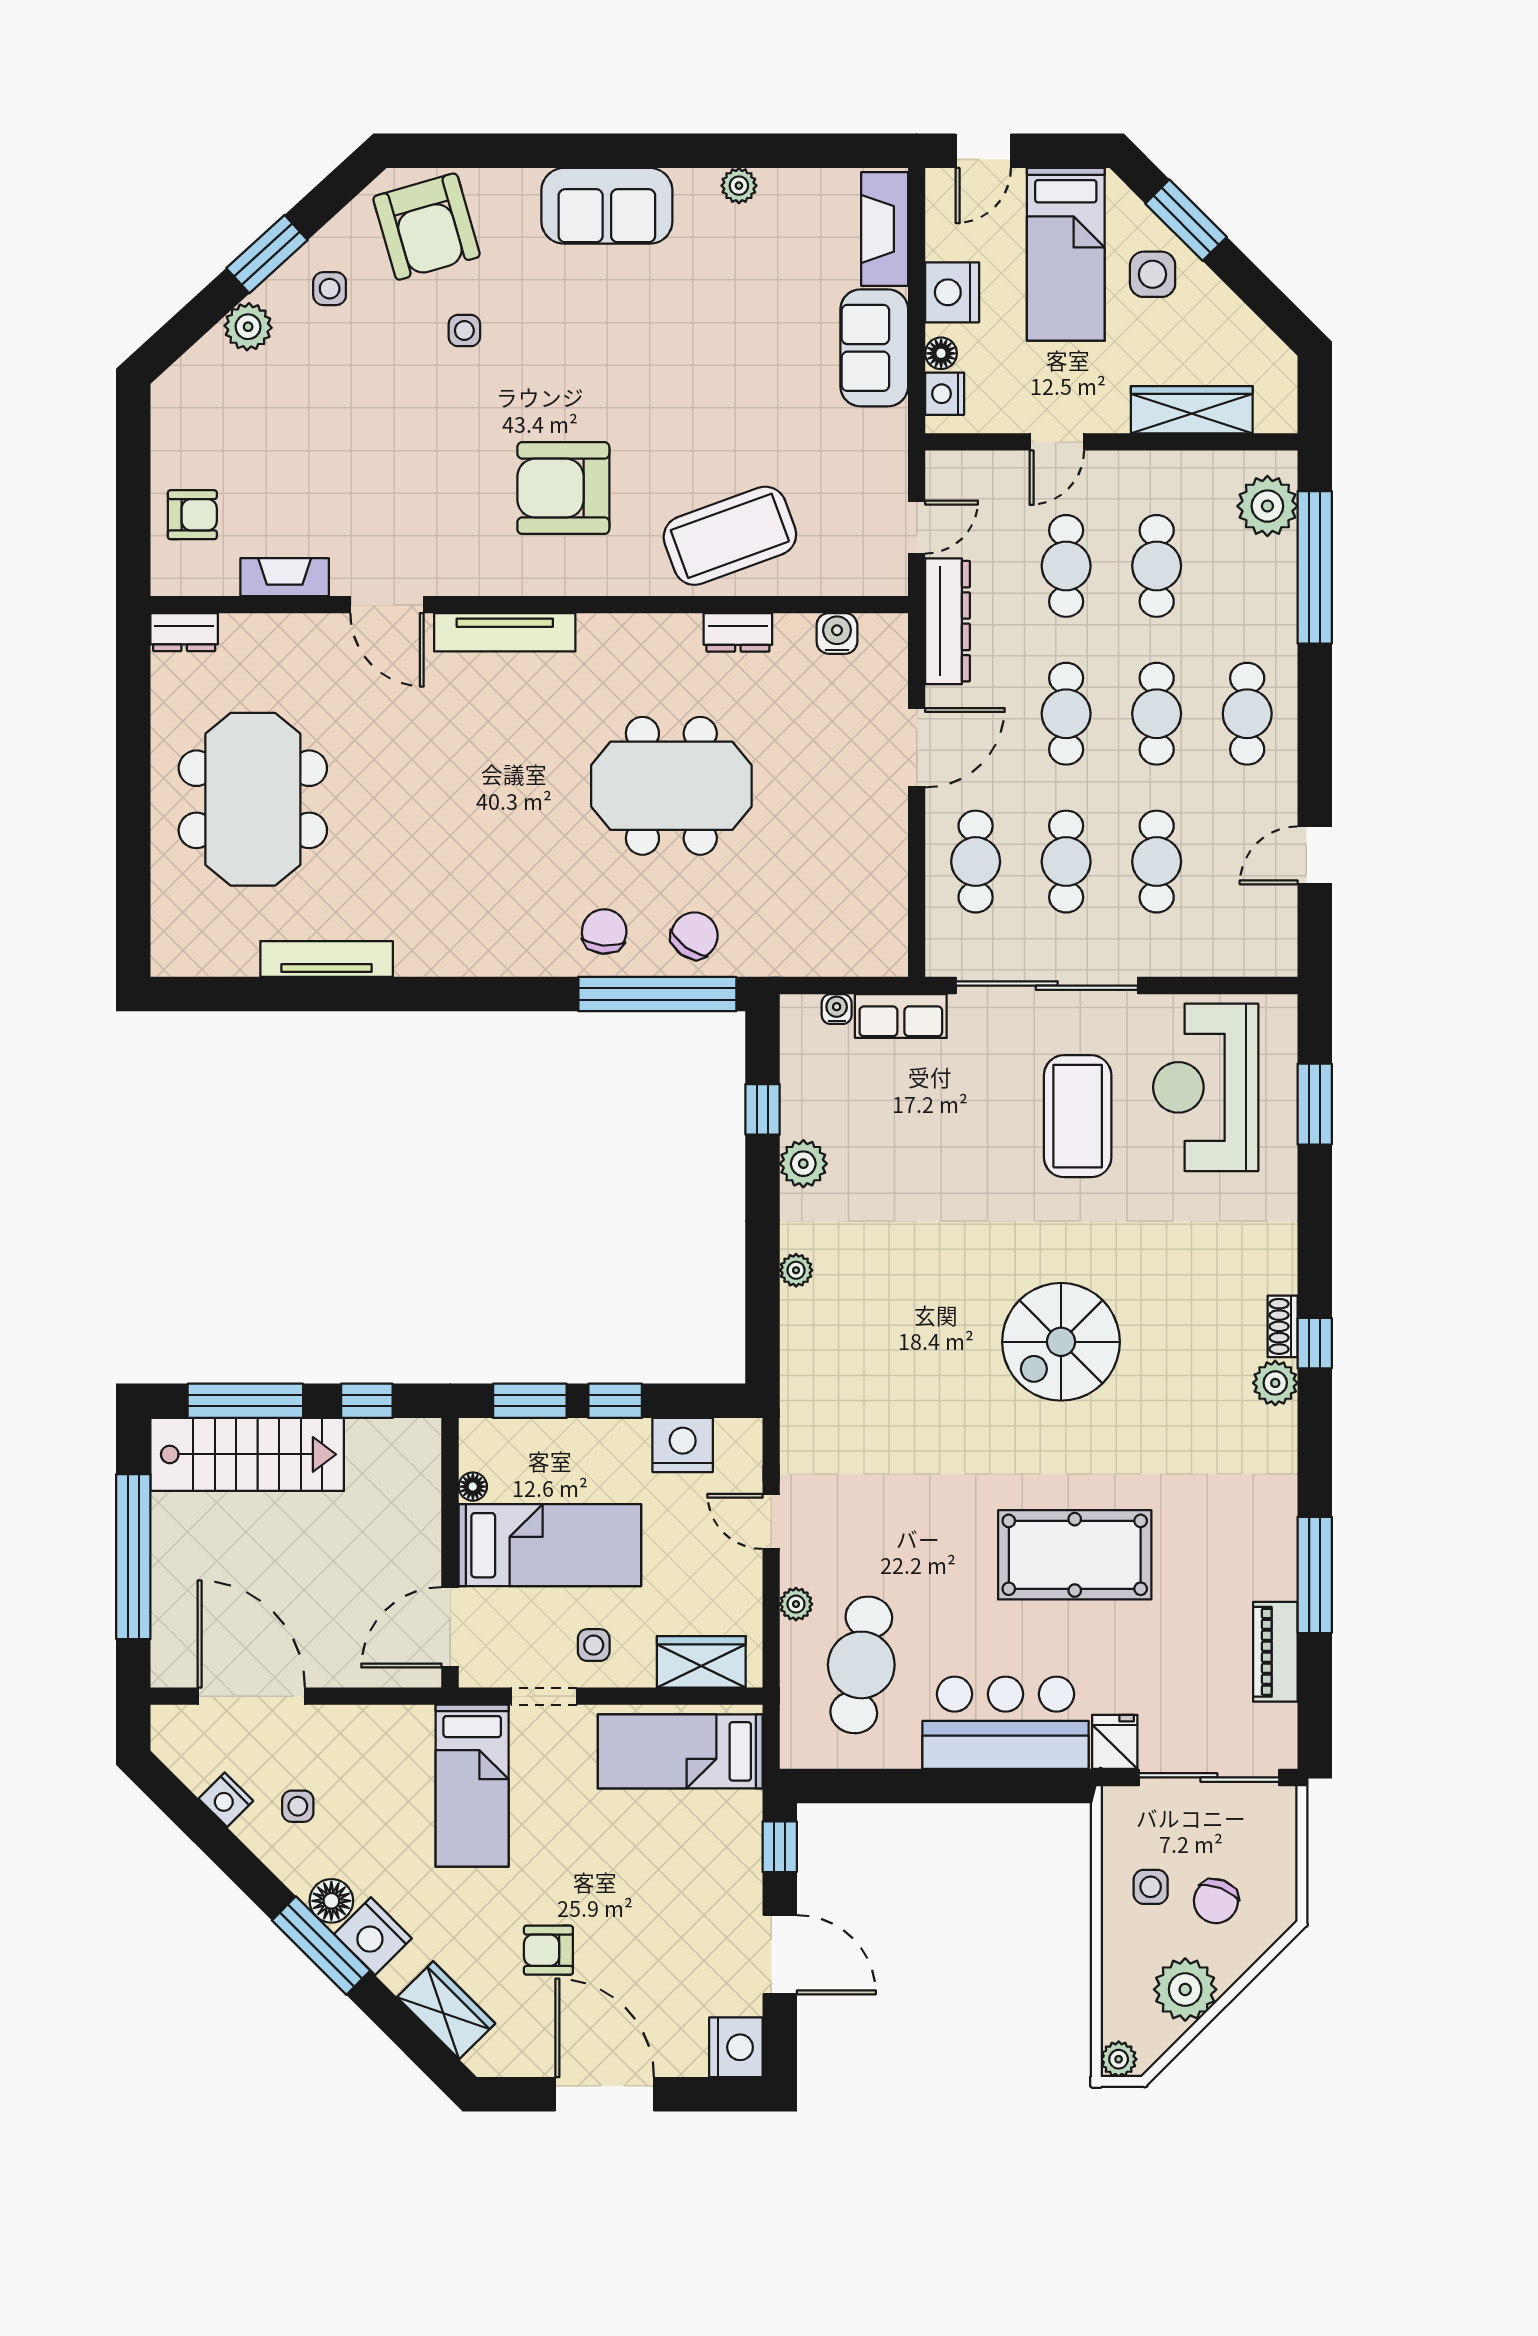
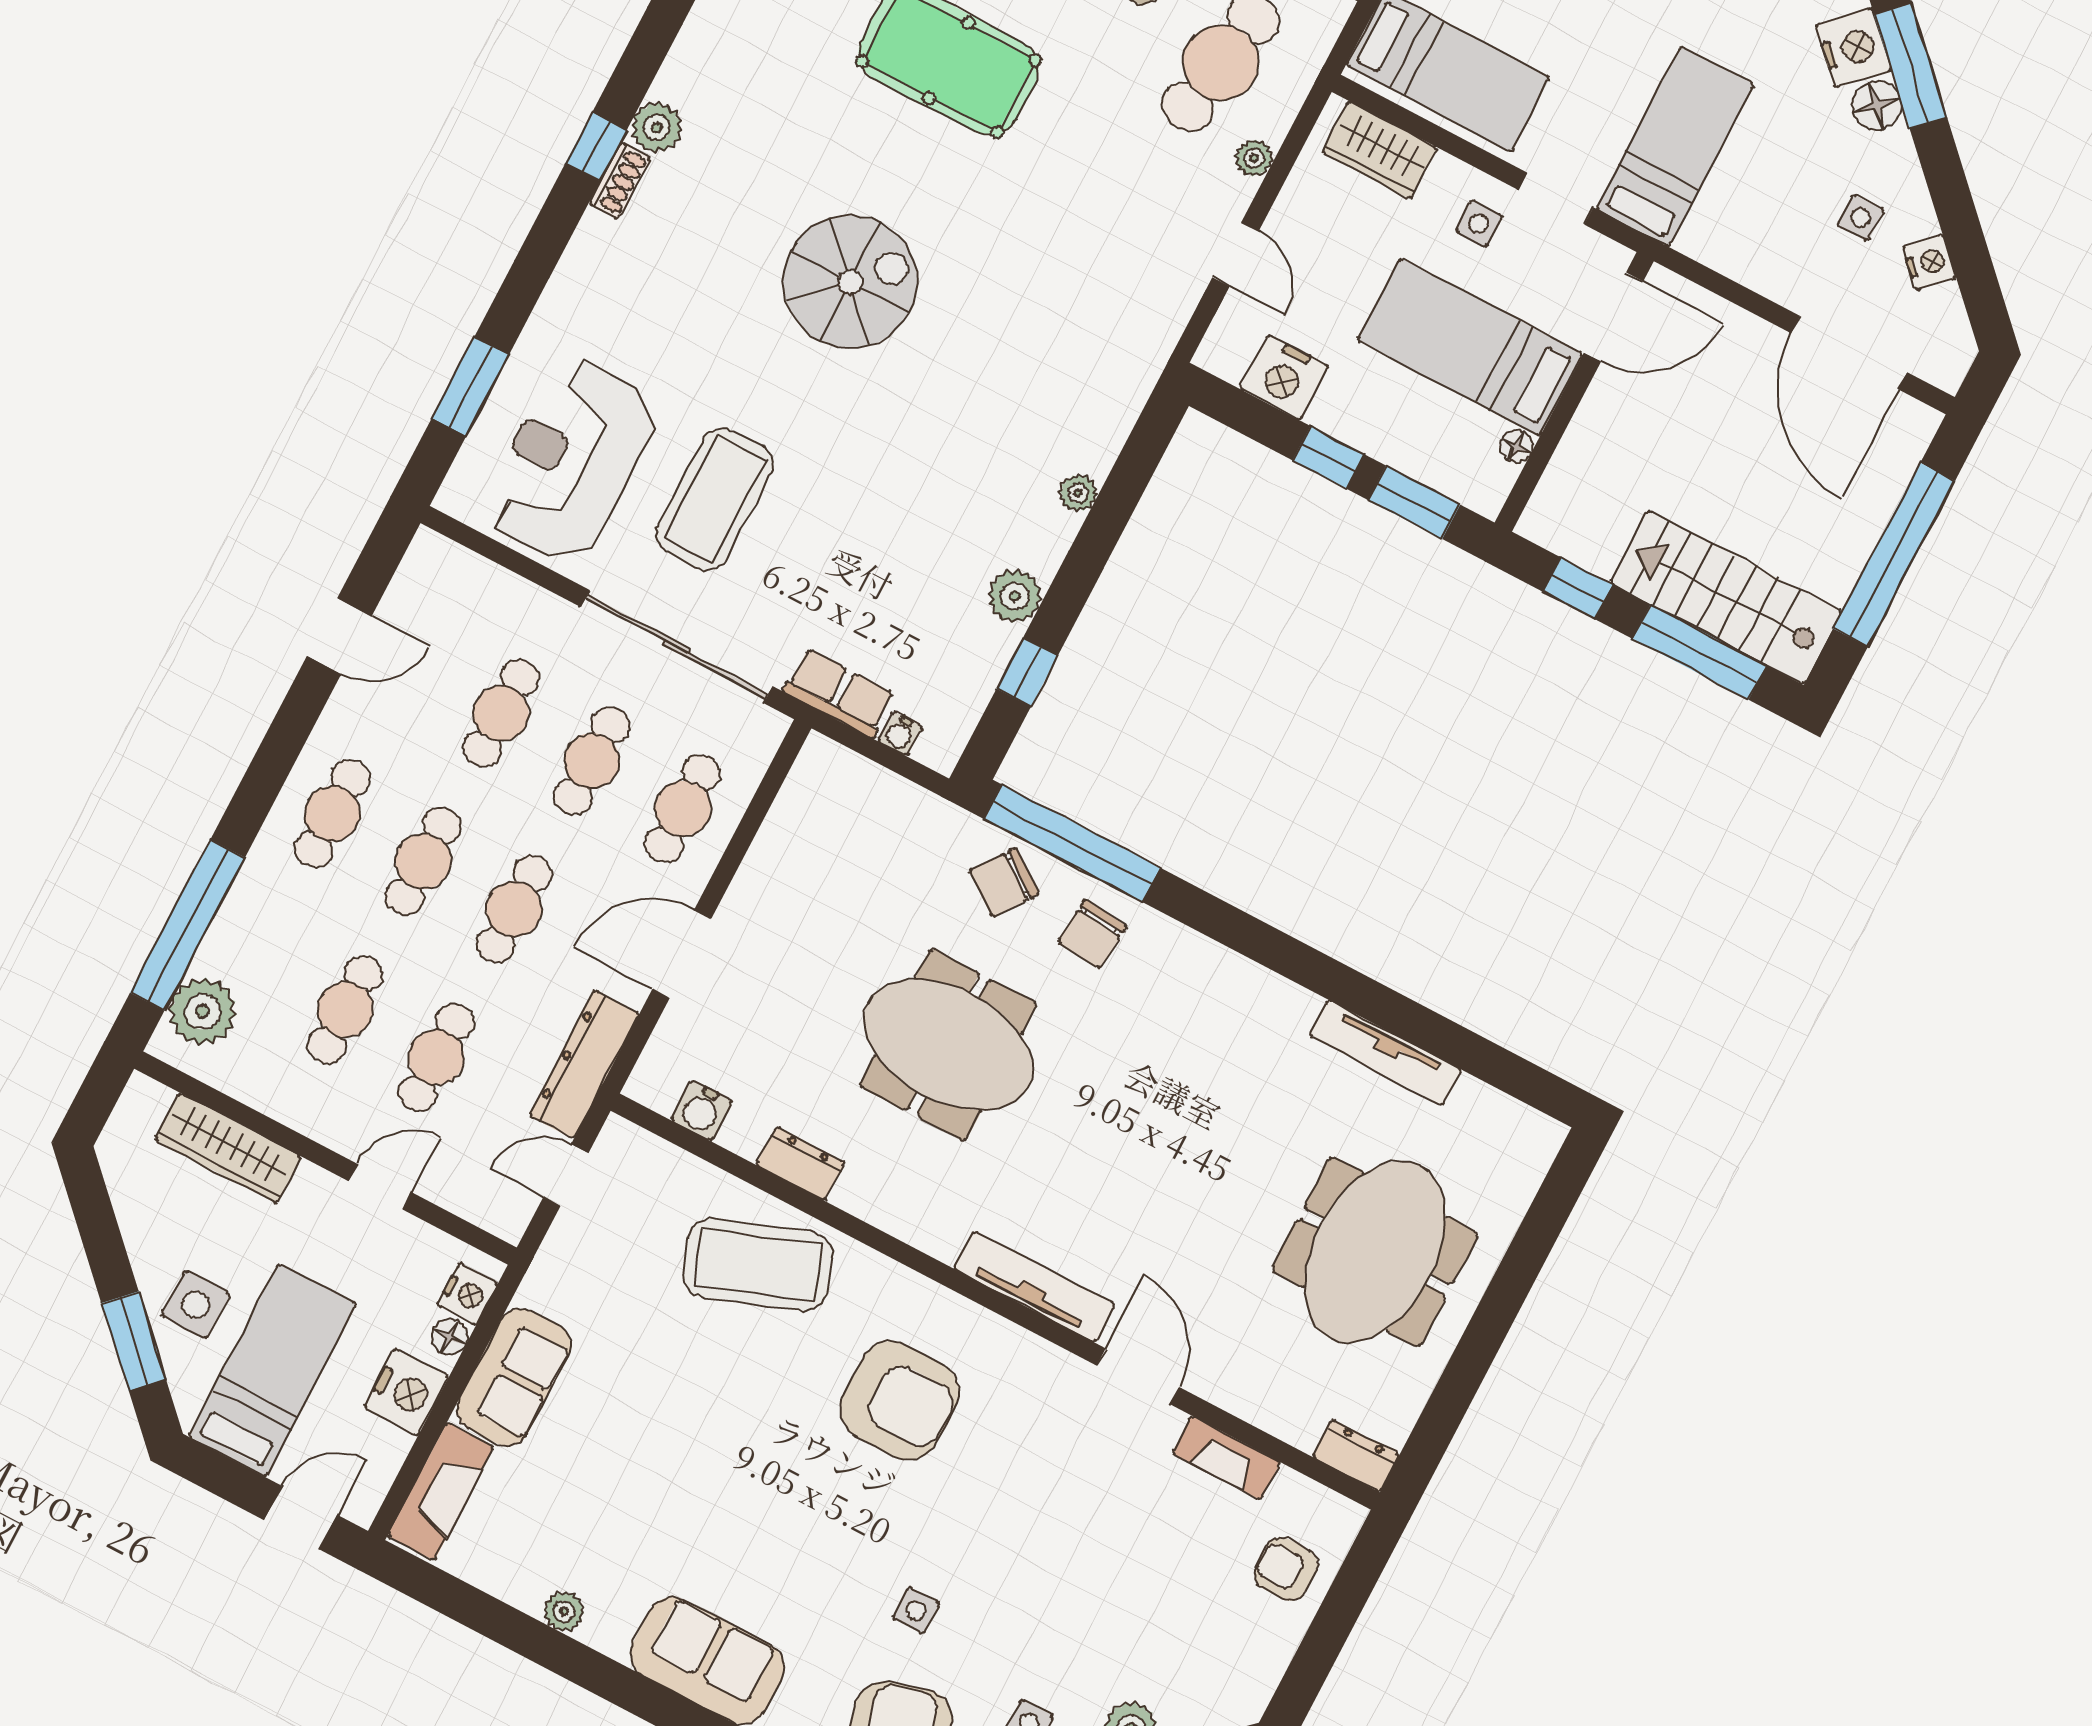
reception desk: (1206, 1087) -> (571, 461), turned 180

